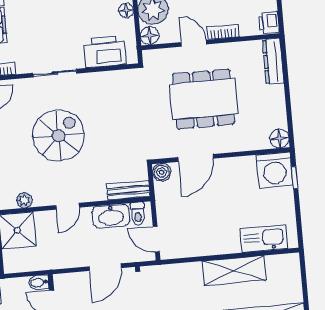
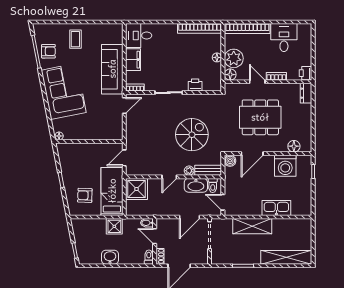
printer: (105, 52) -> (195, 85), width x0.53, depth x0.68
dresser: (273, 61) -> (306, 93), width x0.70
spiral stairs: (59, 136) -> (192, 135), moved
floor lamp: (279, 139) -> (294, 146), moved
washing machine: (275, 170) -> (285, 166), moved
plant: (24, 200) -> (189, 171), moved
kitchen sink: (264, 239) -> (276, 208), moved
shelving: (234, 270) -> (252, 226), moved

